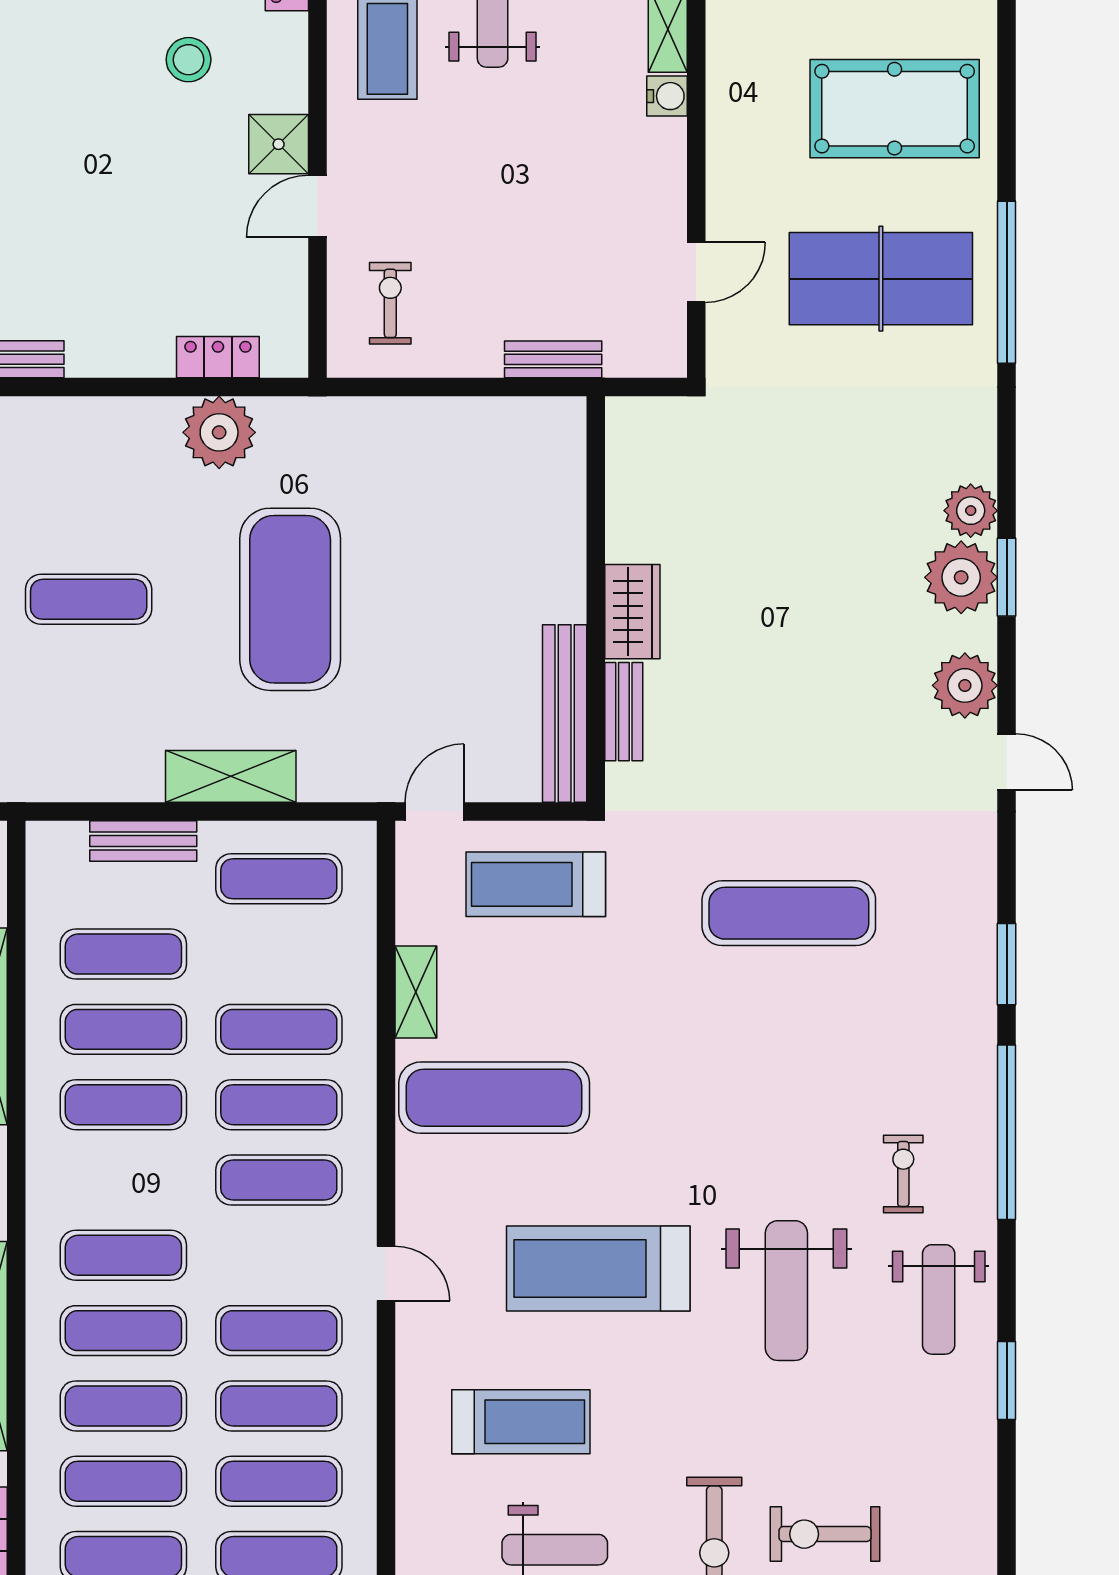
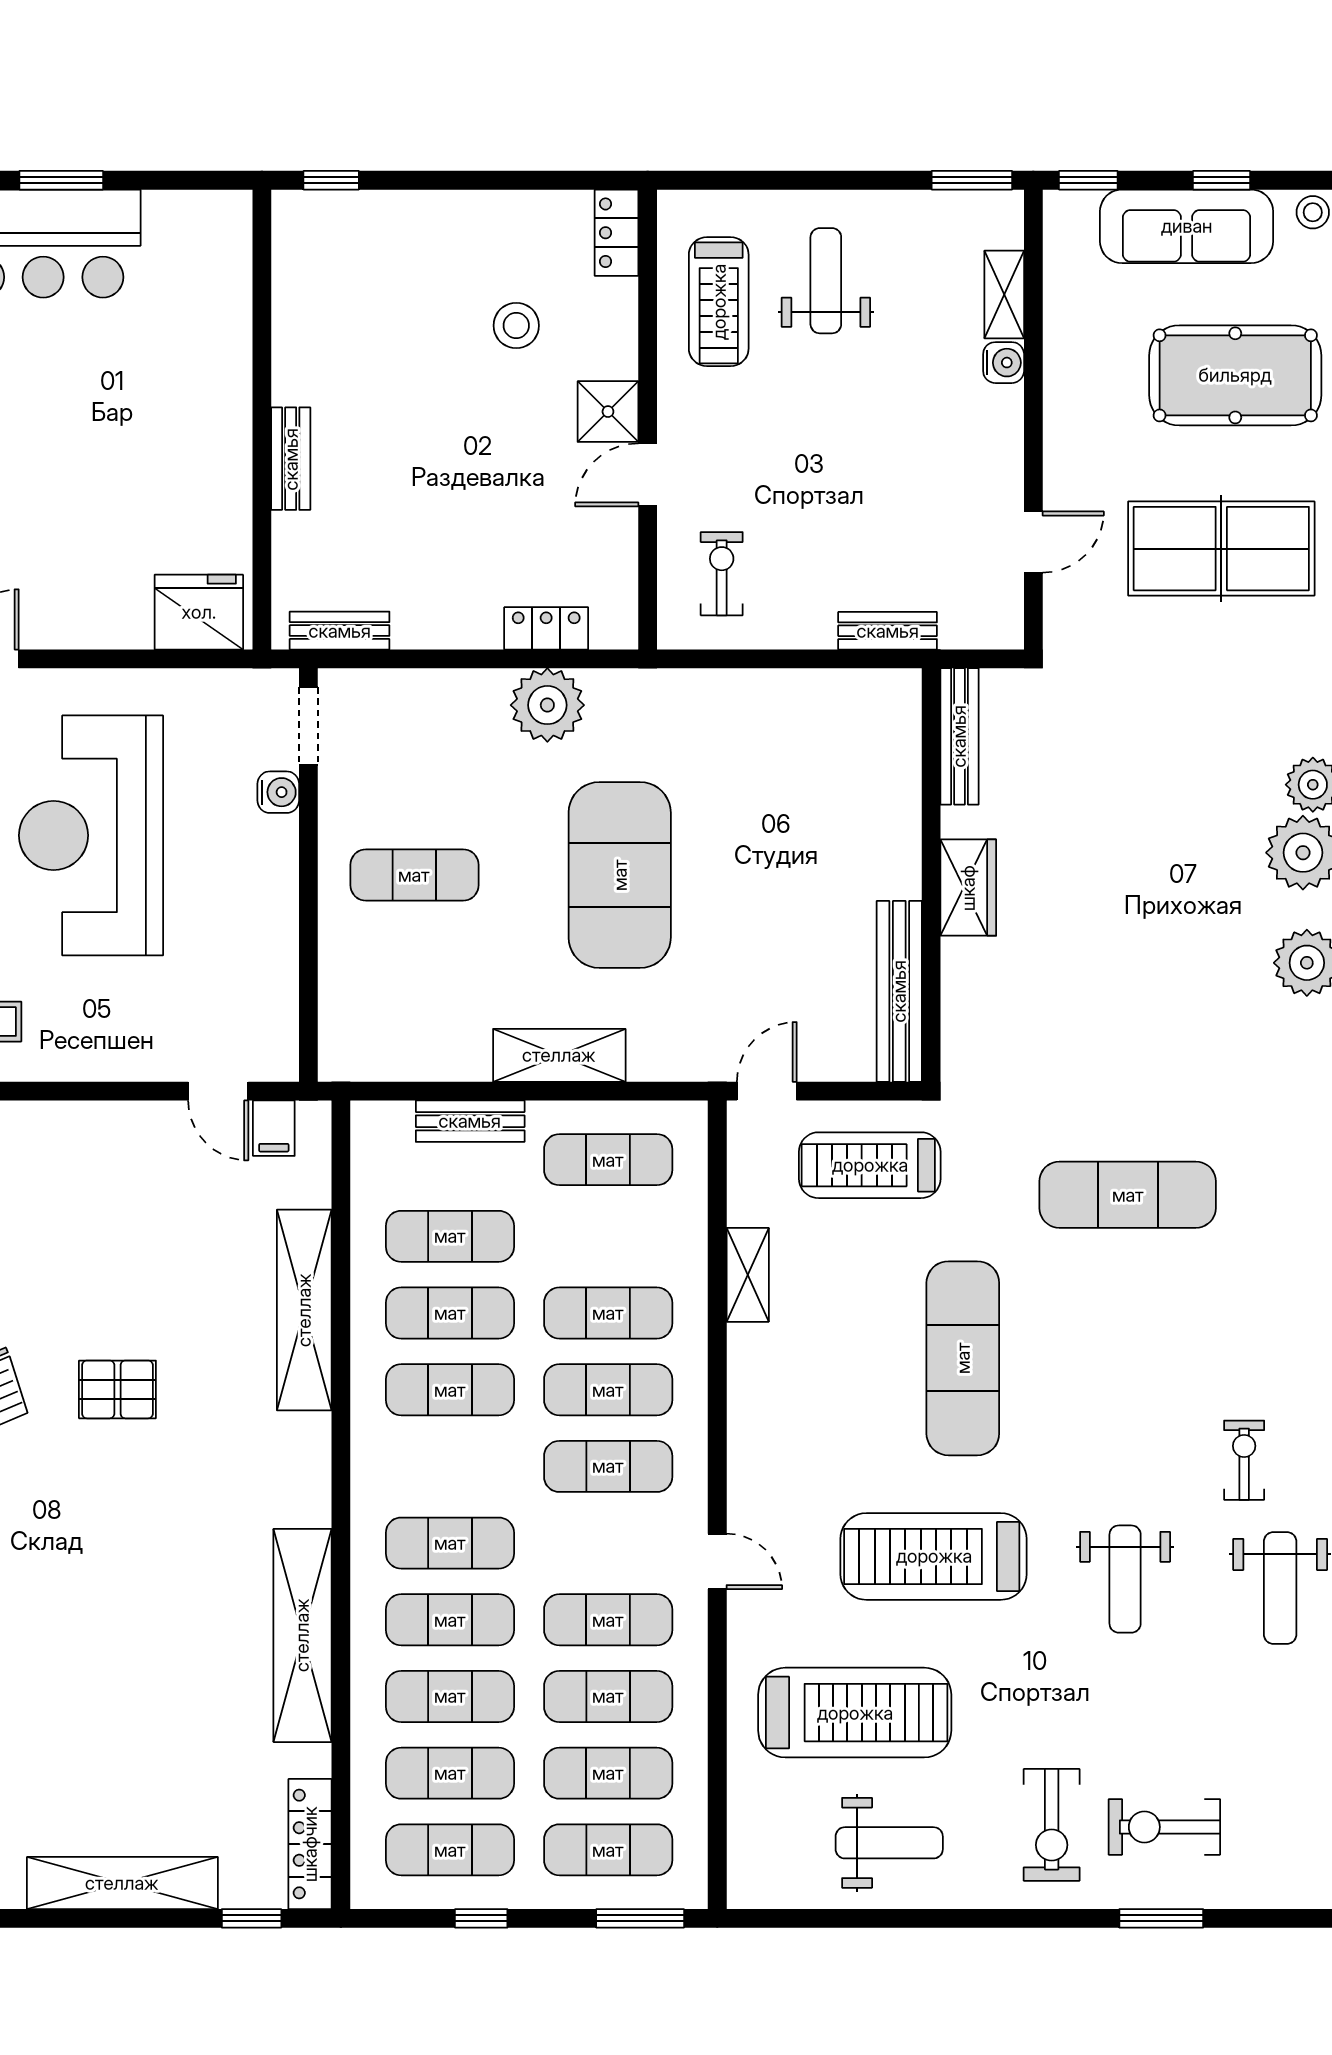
bench: (624, 712) -> (959, 736), moved, width x1.36
exercise mat: (494, 1098) -> (963, 1358), moved, turned 90
weight bench: (786, 1291) -> (1125, 1579), width x0.73, depth x0.75
treadmill: (521, 1422) -> (855, 1713), width x1.37, depth x1.38

